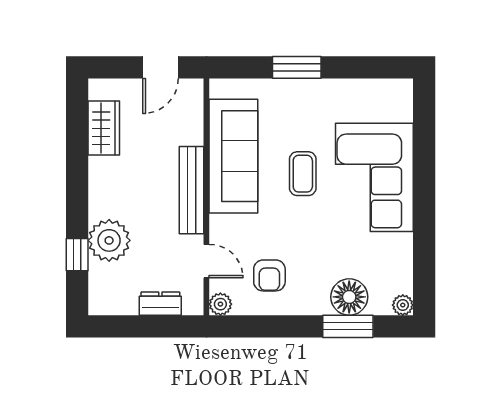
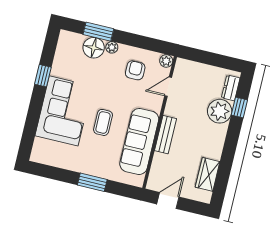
bench: (191, 190) -> (166, 135), width x0.73
window: (424, 229) -> (43, 76), added
door: (206, 261) -> (168, 87), hinge flipped
dresser: (160, 304) -> (231, 88), moved, turned 90
plant: (403, 305) -> (112, 47), moved

